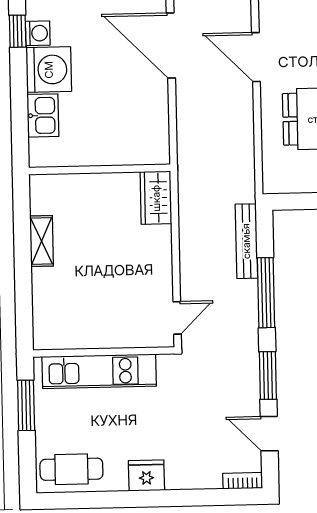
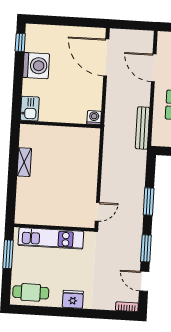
washing machine: (38, 33) -> (94, 118), moved, turned -90
kitchen sink: (43, 115) -> (30, 109), moved
wardrobe: (156, 198) -> (91, 143), removed
bench: (246, 241) -> (142, 128), moved
window: (266, 293) -> (149, 202), width x0.69

